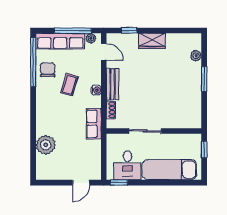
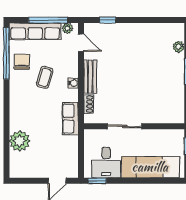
wardrobe: (152, 41) -> (132, 31), removed

